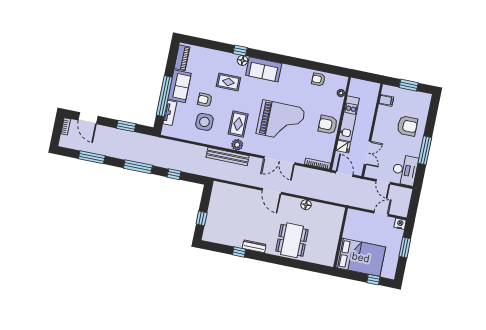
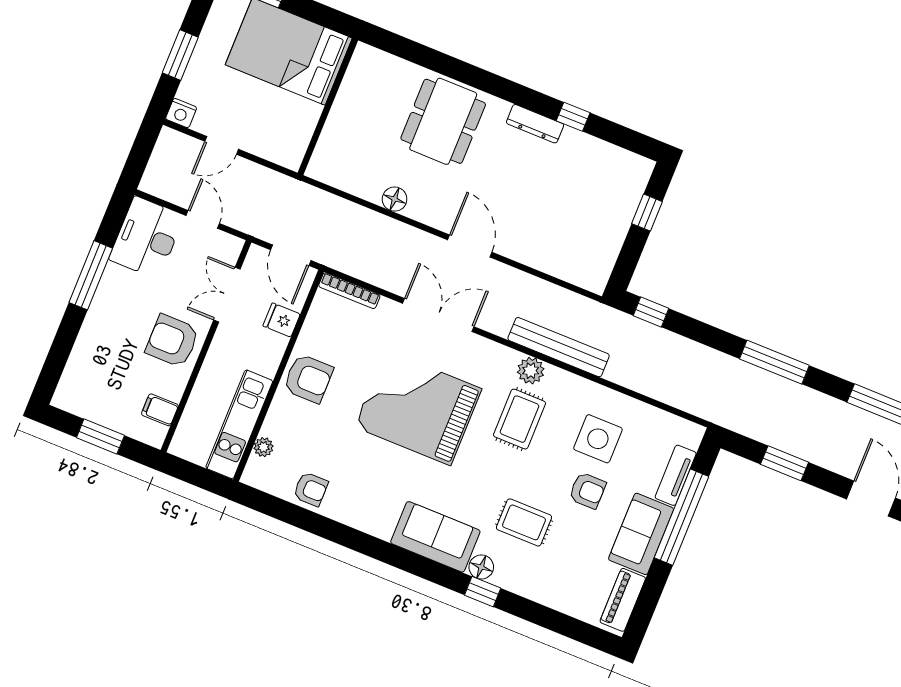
kitchen unit: (349, 119) -> (239, 424), moved
armchair: (407, 126) -> (172, 341), moved
window: (174, 174) -> (651, 312), moved

